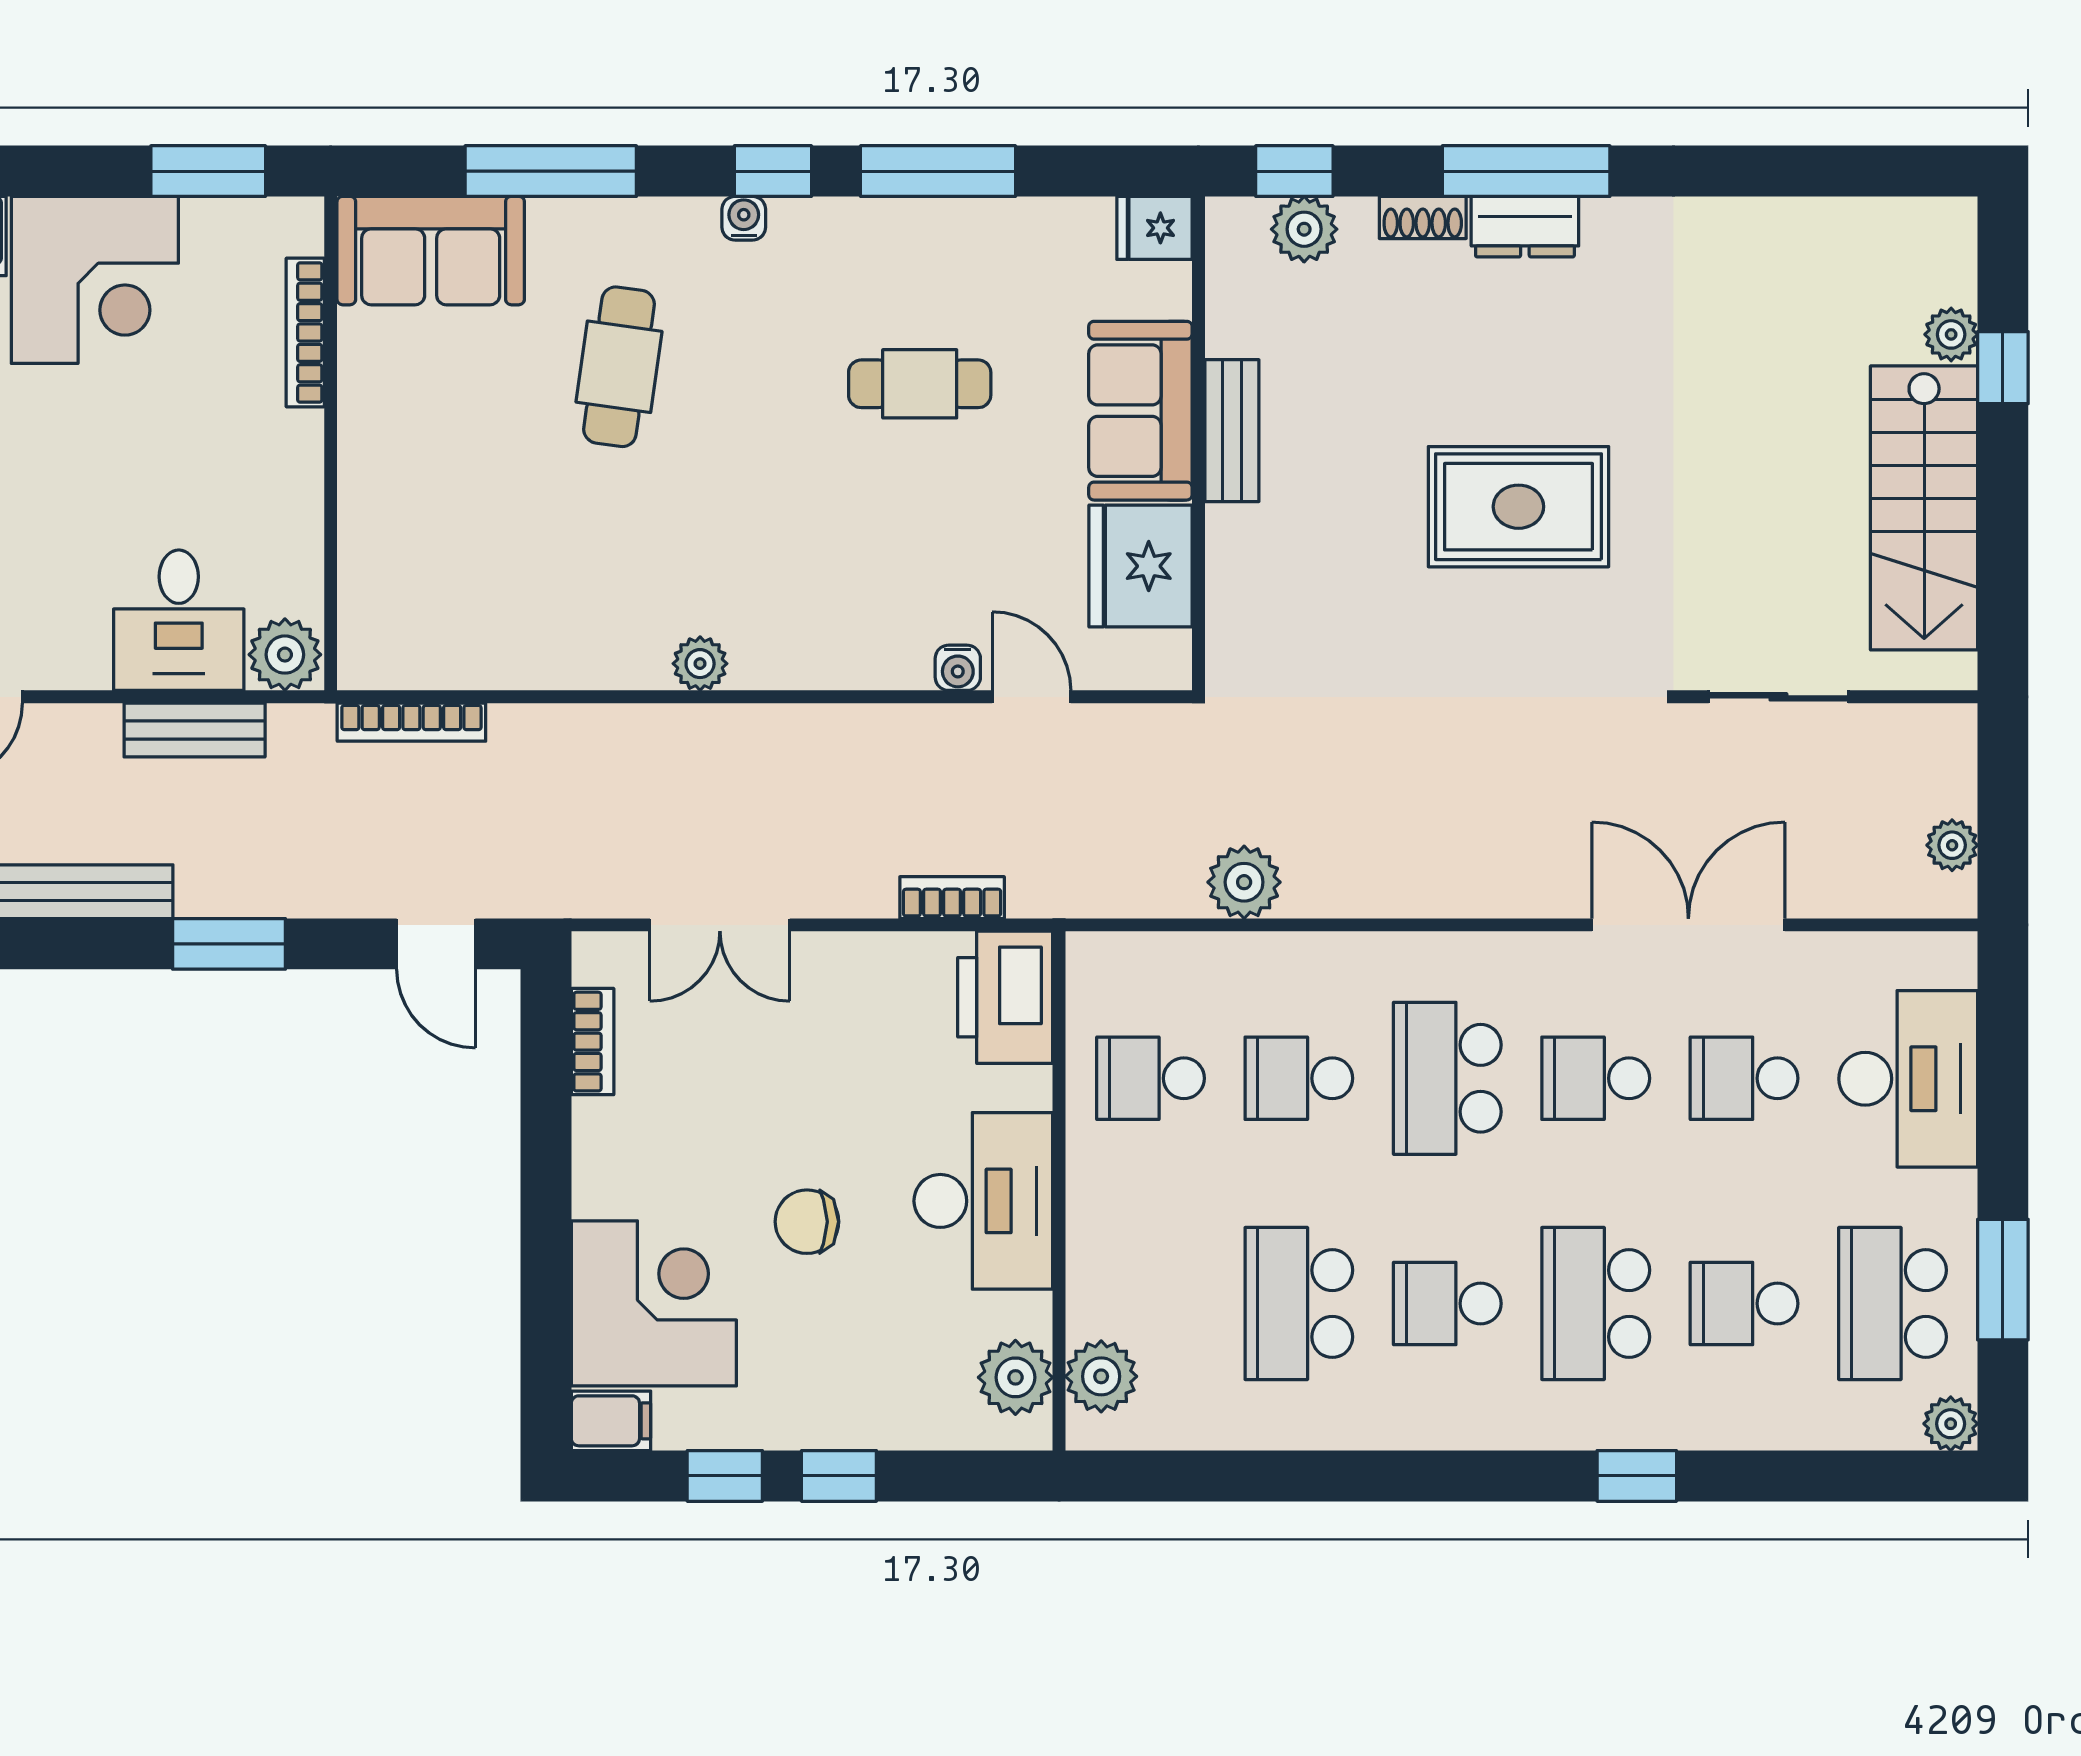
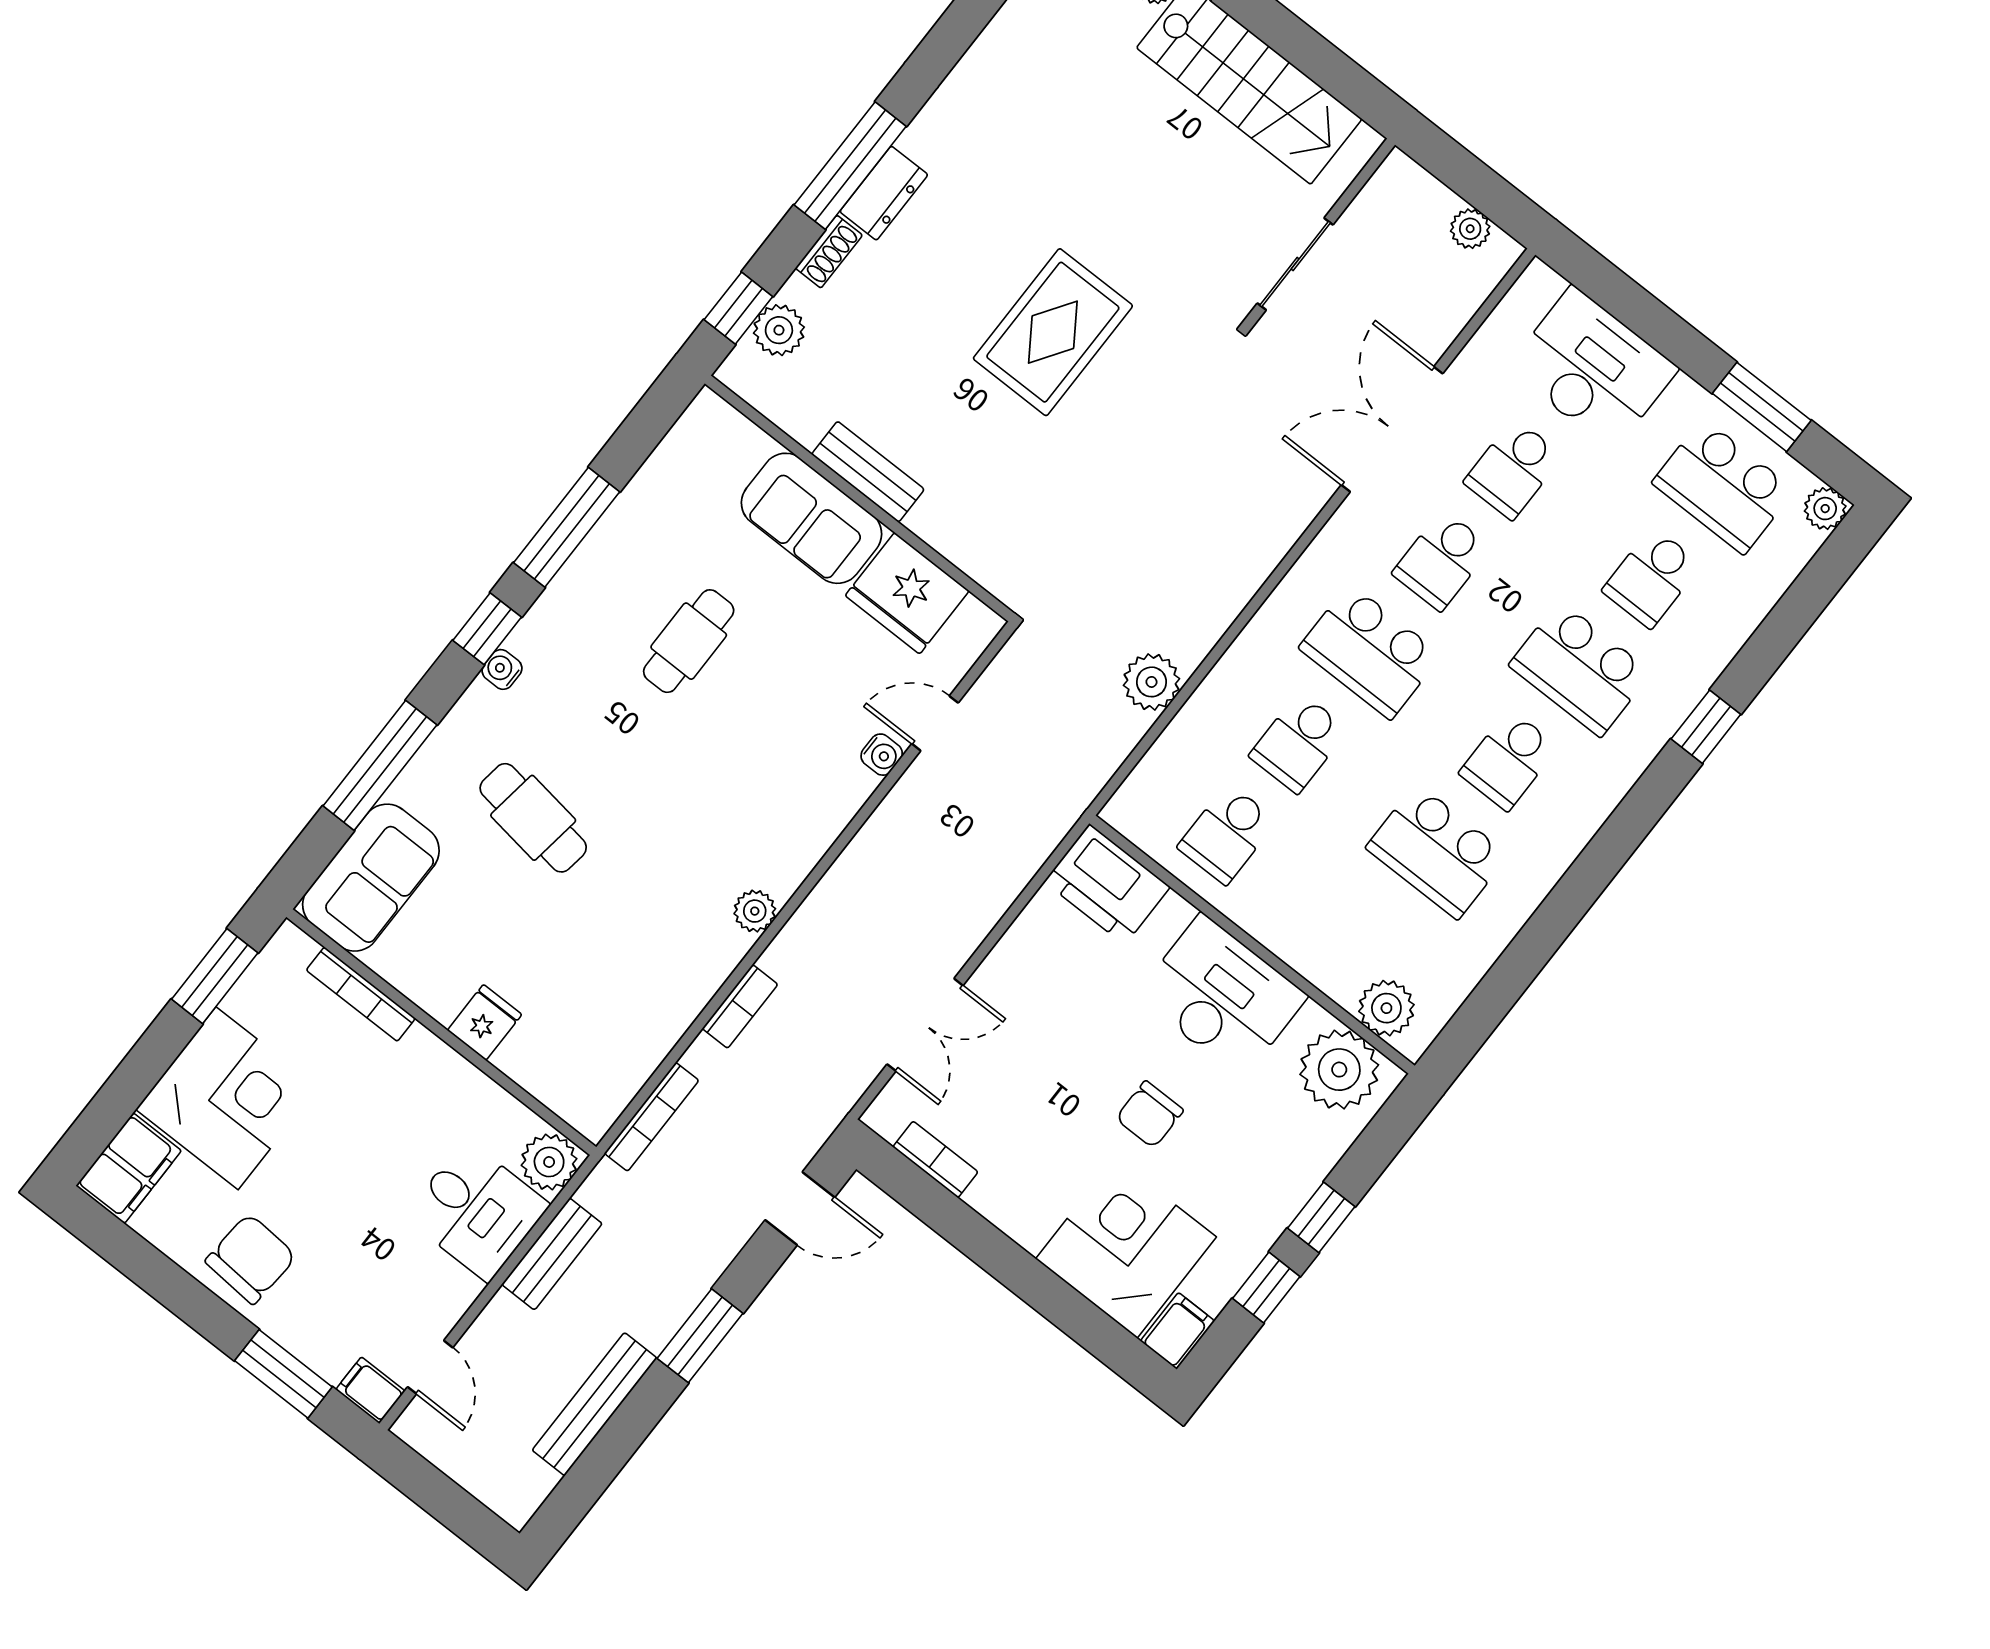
fridge: (1154, 228) -> (485, 1022), moved, turned 180
bookcase: (952, 898) -> (740, 1006), moved, turned 180
plant: (1015, 1377) -> (1339, 1070), width x1.36, depth x1.36

